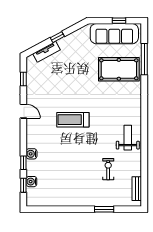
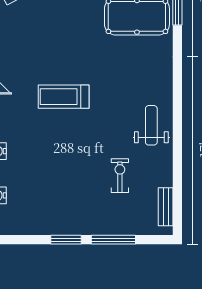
window: (74, 209) -> (66, 240), added
window: (104, 209) -> (113, 240), width x1.44

